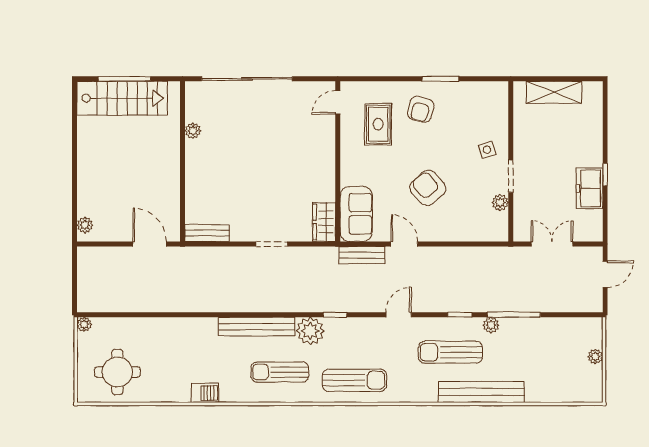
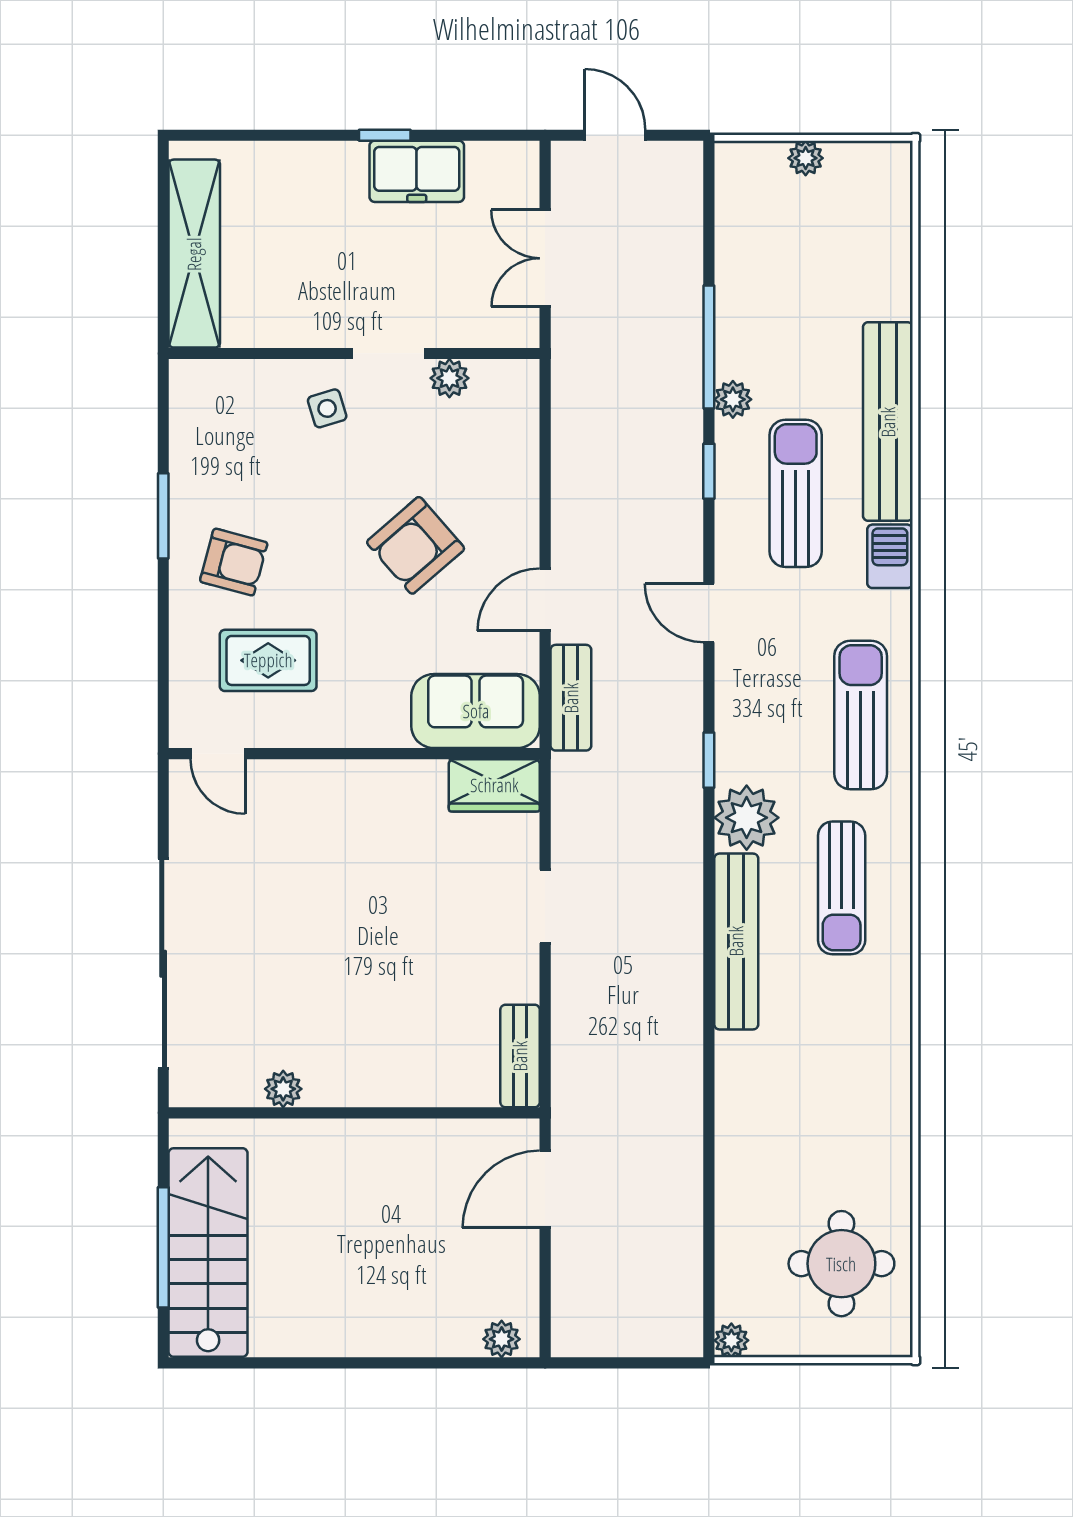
shelving: (554, 92) -> (194, 254), width x1.47
sun lounger: (450, 352) -> (796, 493), turned 180
barbecue: (205, 393) -> (890, 556), moved

